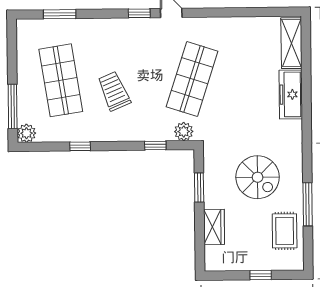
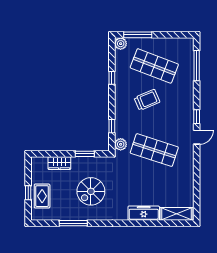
window: (60, 14) -> (197, 66), width x1.44
shop shelf: (61, 80) -> (154, 66), turned 30
rug: (285, 231) -> (42, 196), moved, turned 90

